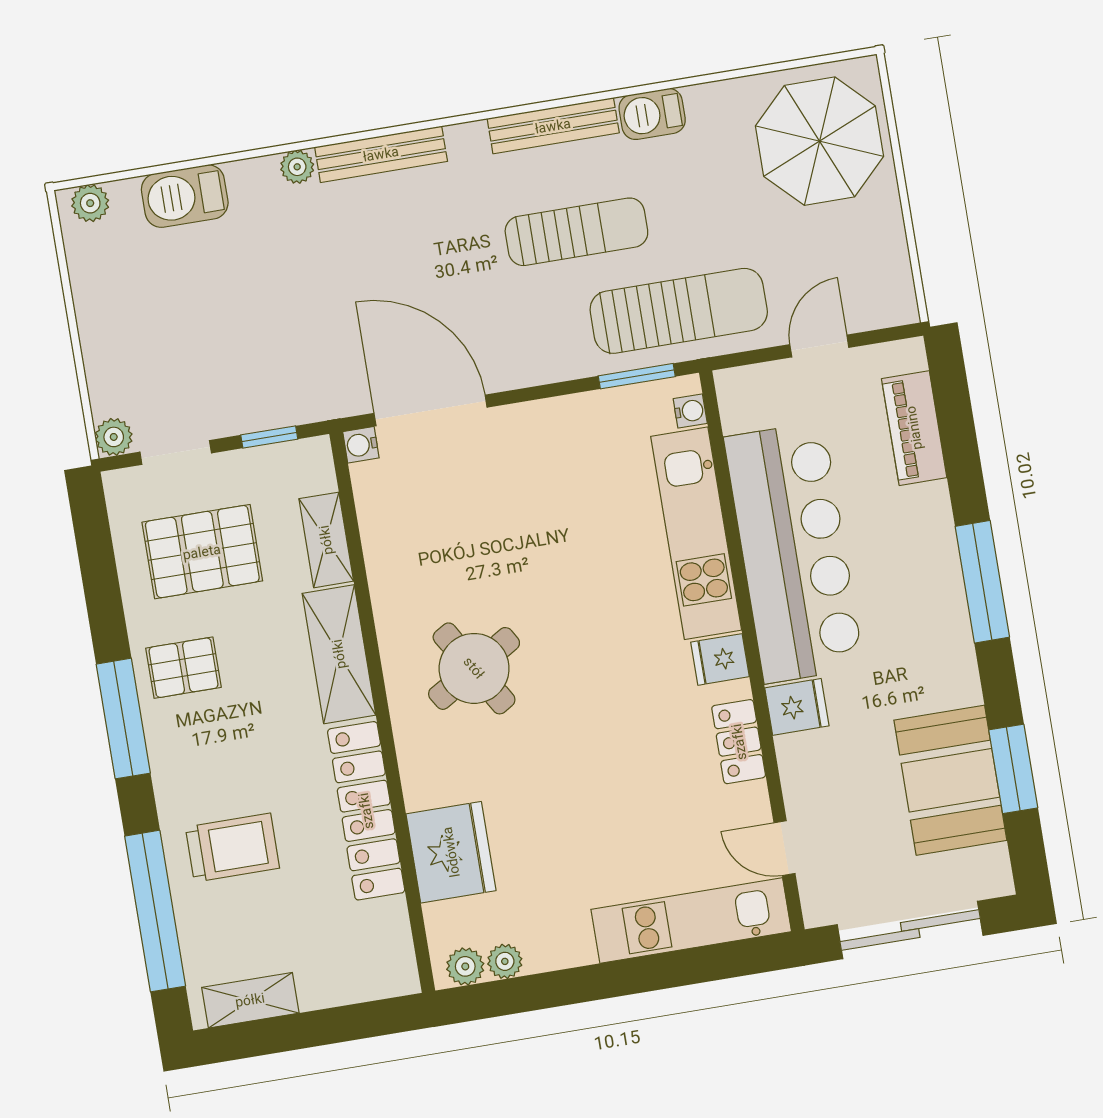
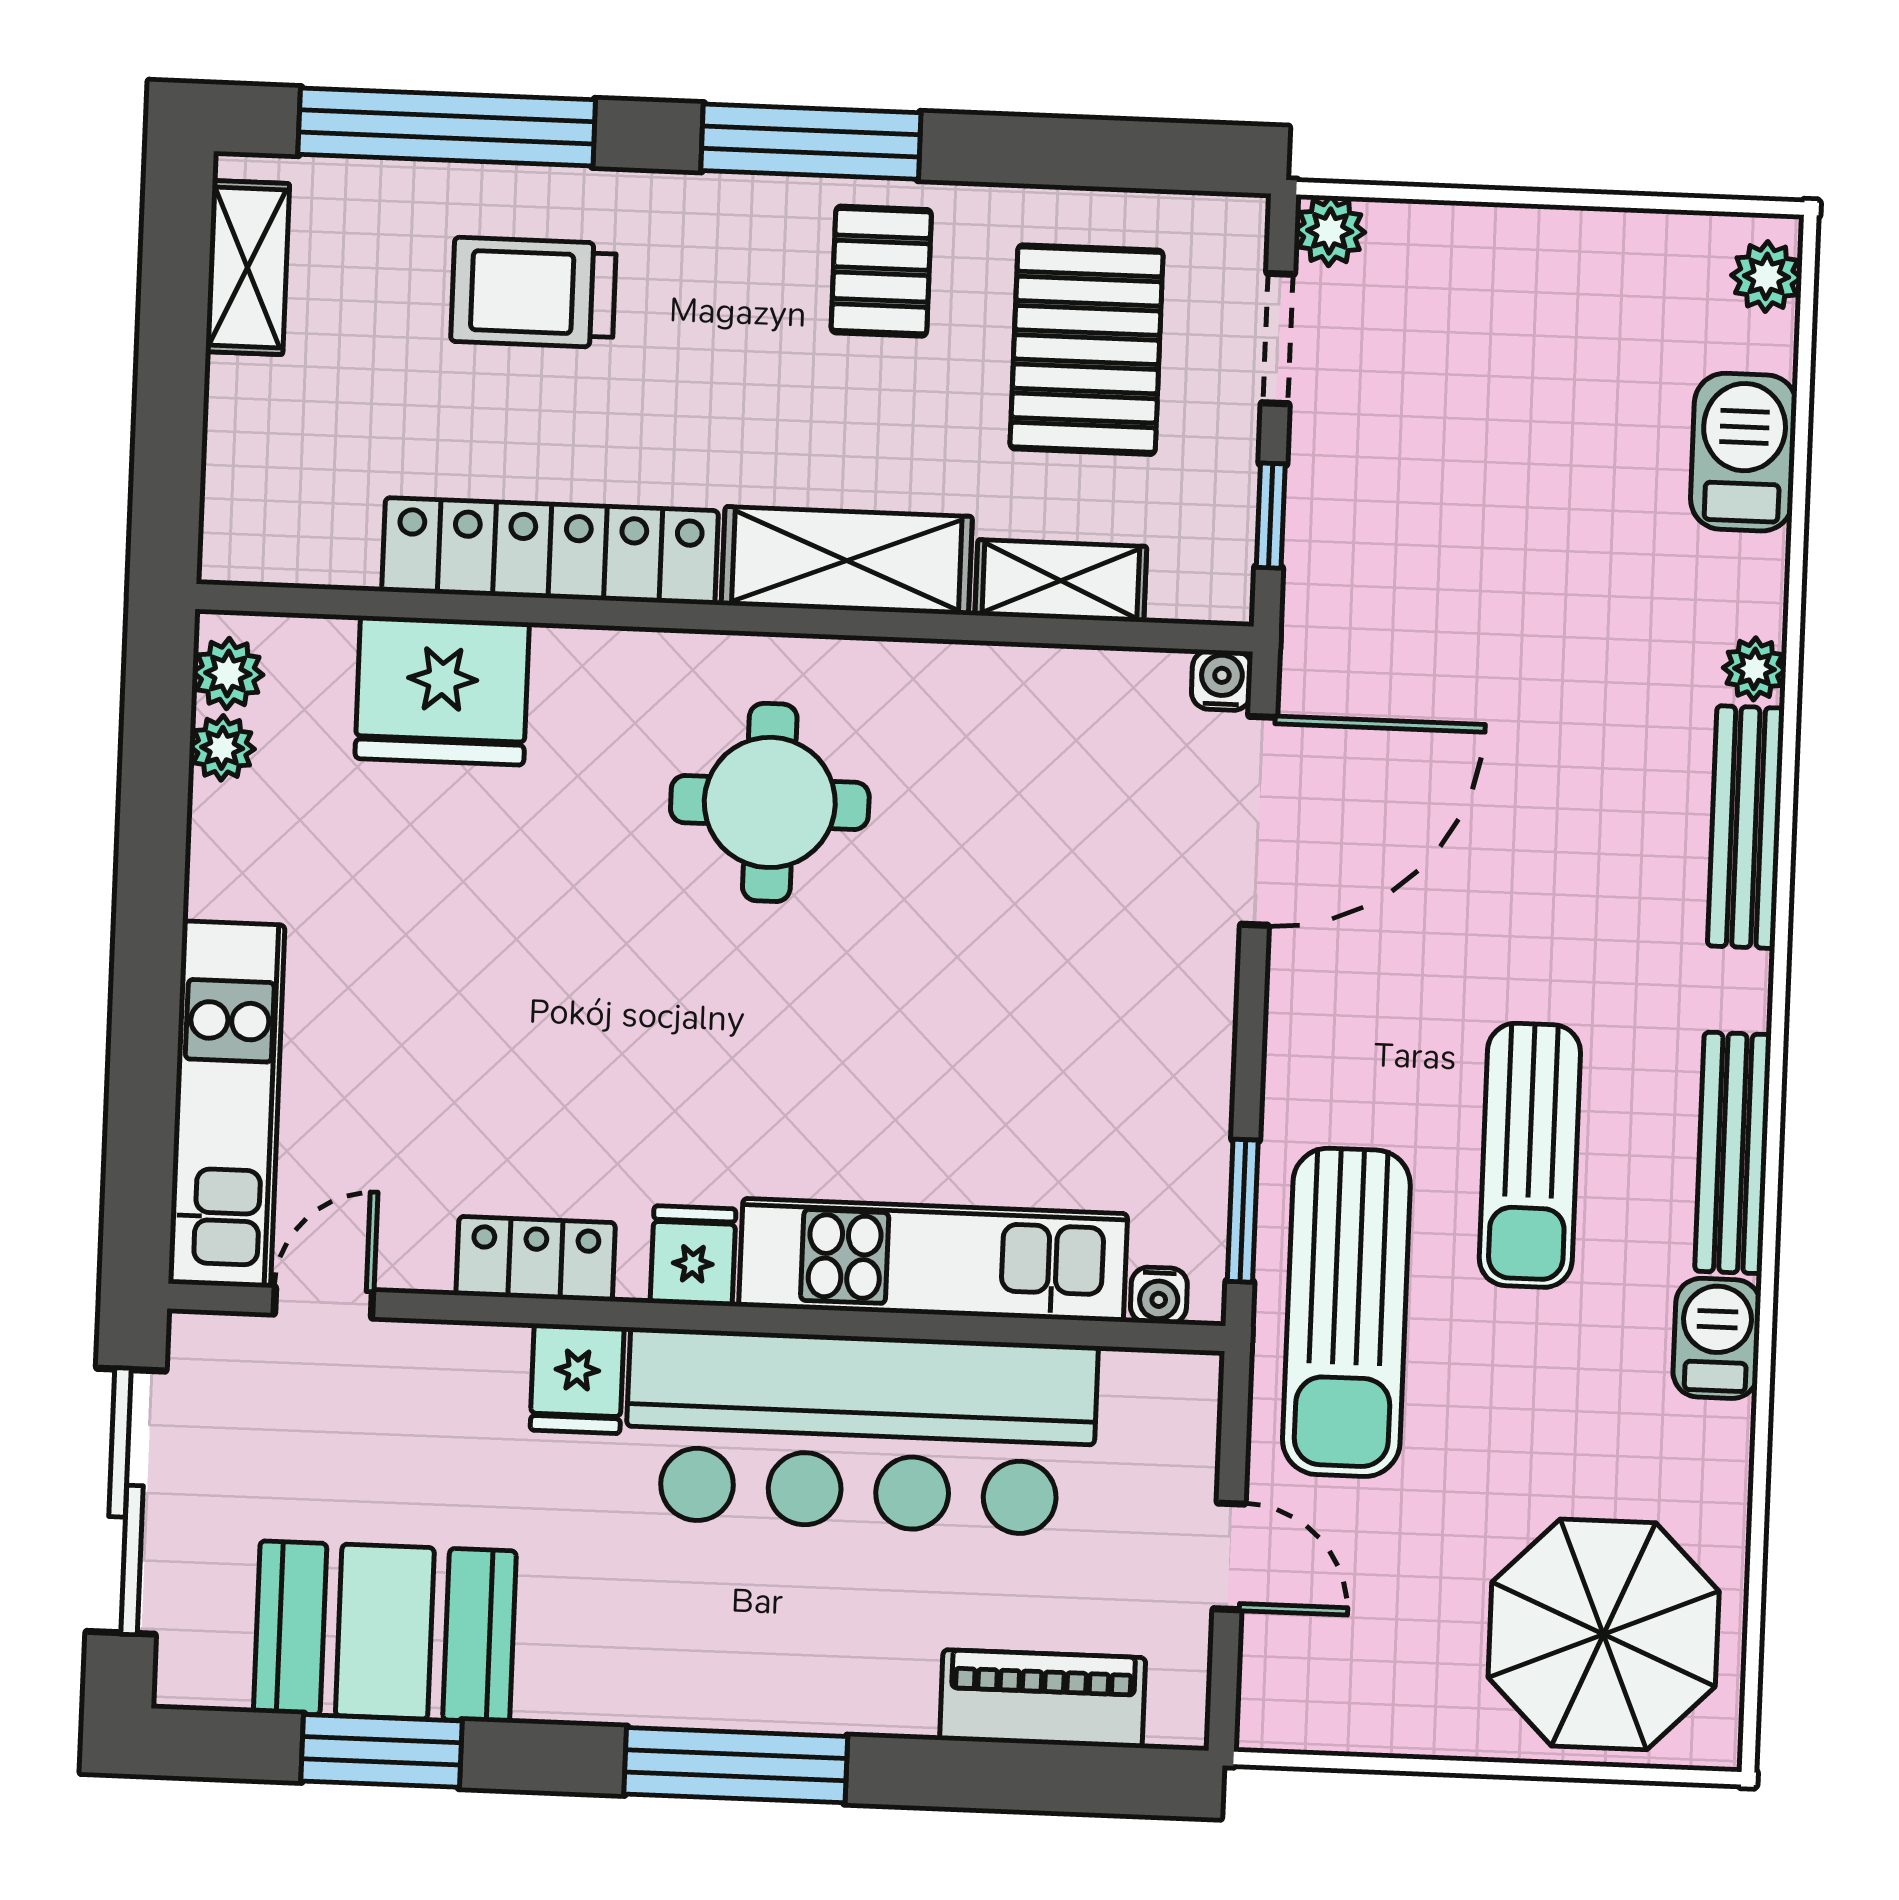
round table: (474, 668) -> (770, 802), turned 31
trolley: (232, 848) -> (533, 292), turned 90

